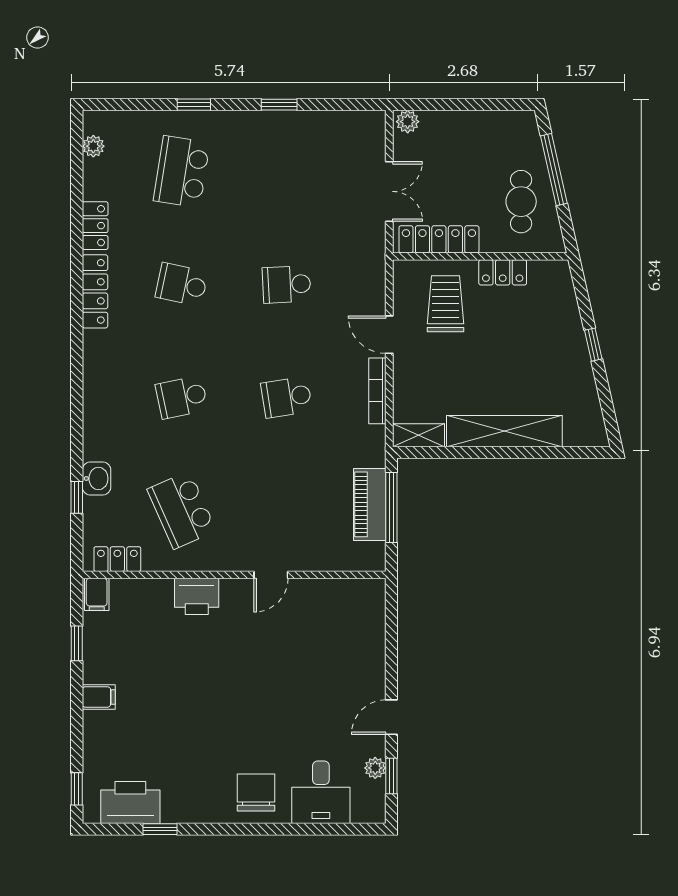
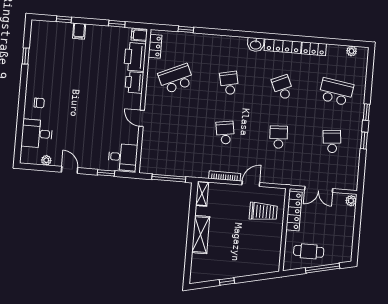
window: (194, 105) -> (366, 112), moved
school desk: (287, 172) -> (332, 141), added
locker: (503, 272) -> (276, 240), removed
school desk: (182, 284) -> (283, 87), turned -36
window: (593, 345) -> (227, 282), moved
shelving: (504, 431) -> (201, 235), width x0.68
washbasin: (96, 478) -> (256, 45), moved
piano: (370, 504) -> (171, 168), removed
desk: (355, 608) -> (123, 157), added
filing cabinet: (99, 697) -> (79, 31), moved
window: (391, 776) -> (106, 173), moved
window: (77, 789) -> (64, 19), moved
chair: (256, 793) -> (39, 103), width x0.54, depth x0.54
printer: (130, 802) -> (135, 57), moved, turned 180

